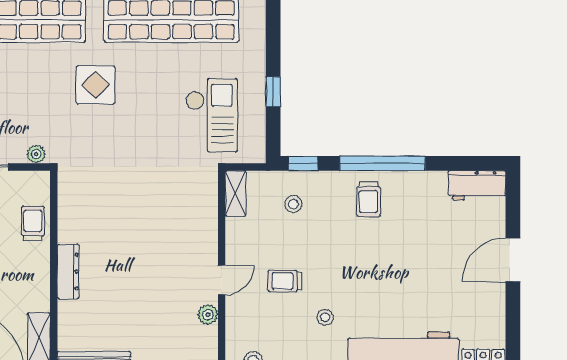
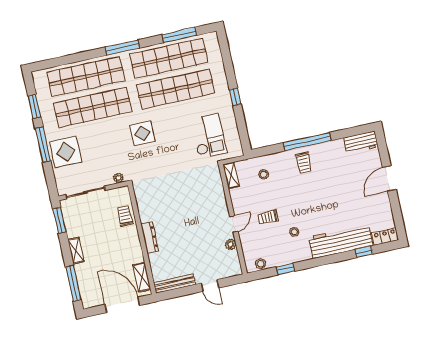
window: (273, 92) -> (235, 97), moved
window: (303, 163) -> (264, 151), removed

